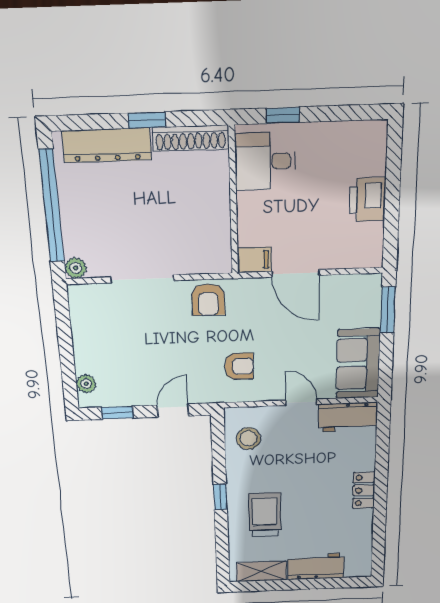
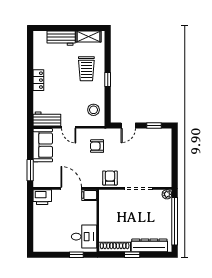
printer: (368, 200) -> (42, 197), moved, turned 90
plant: (86, 384) -> (167, 140), removed

